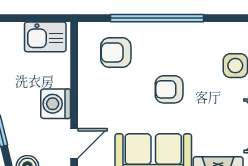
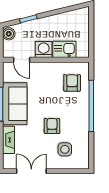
kitchen sink: (45, 37) -> (64, 49), moved, turned 90
armchair: (169, 89) -> (52, 126), moved

